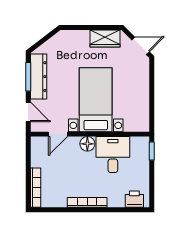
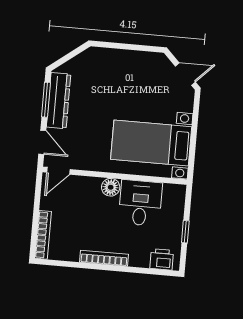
wardrobe: (105, 39) -> (143, 61), removed
bed with nightstands: (96, 100) -> (151, 143), moved, turned -90
door: (58, 134) -> (58, 171), moved
window: (152, 151) -> (185, 232), moved

